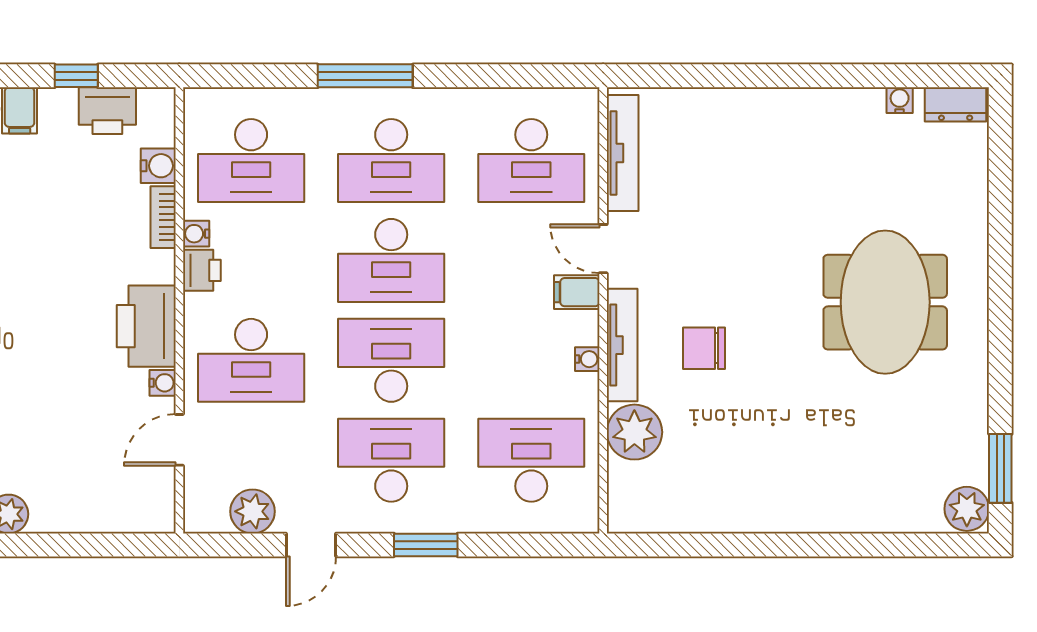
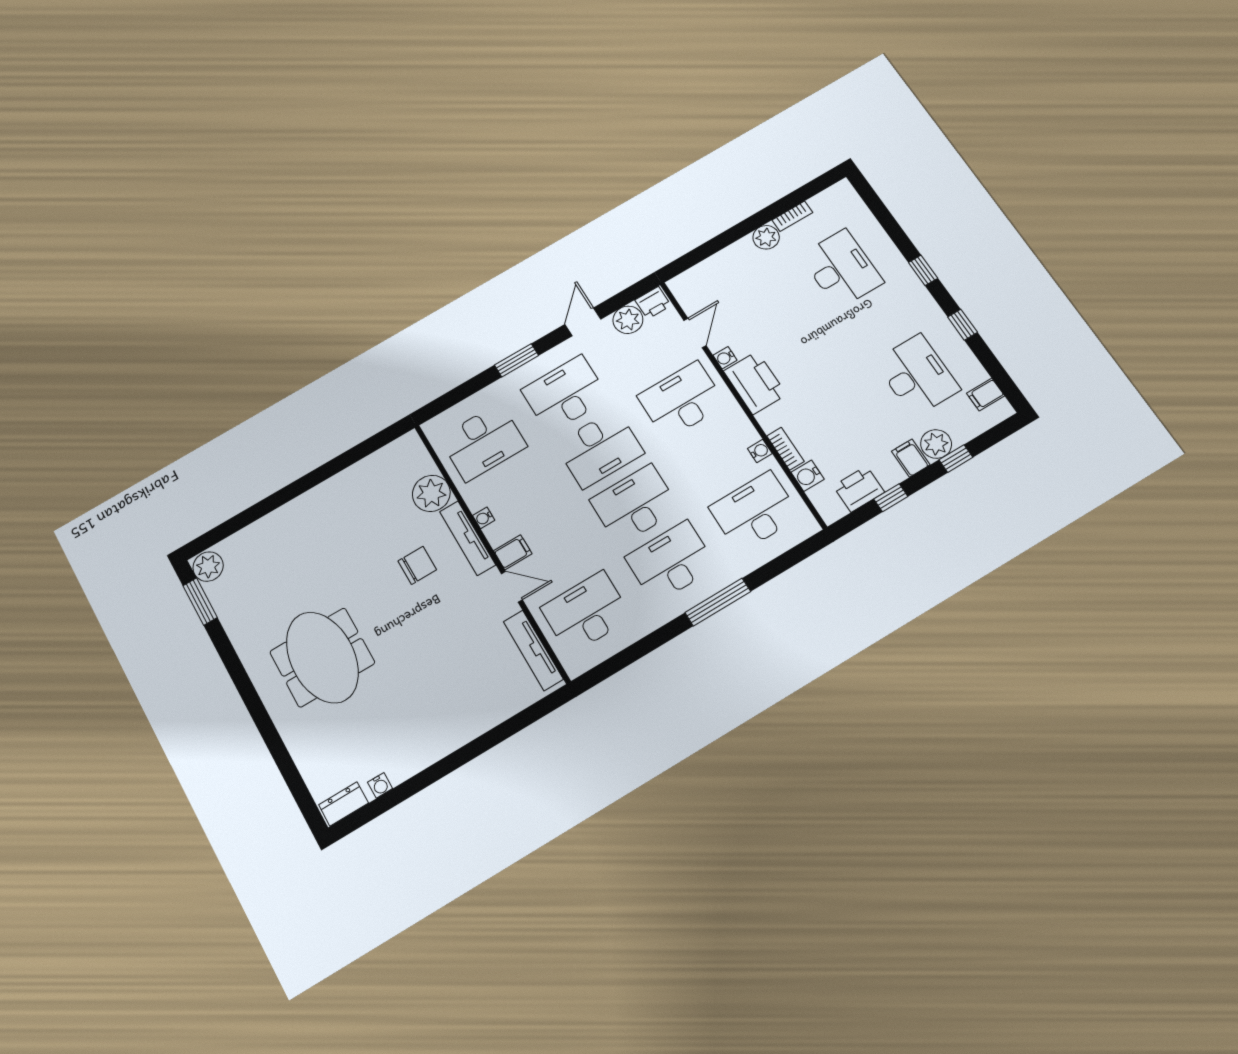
printer: (202, 270) -> (653, 303), moved, turned -90
desk: (391, 460) -> (565, 394), turned 180

